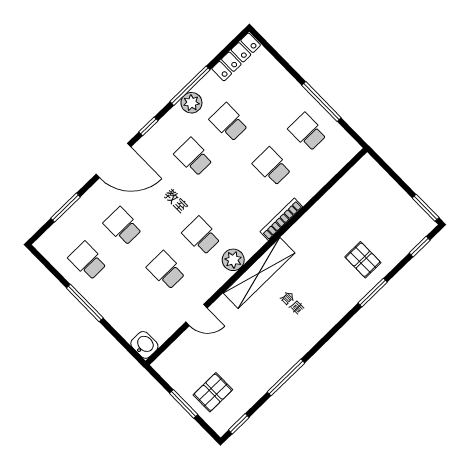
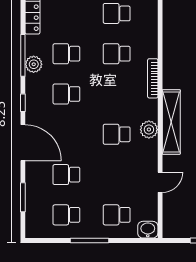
door: (113, 161) -> (23, 143), hinge flipped
school desk: (166, 270) -> (117, 215), moved

